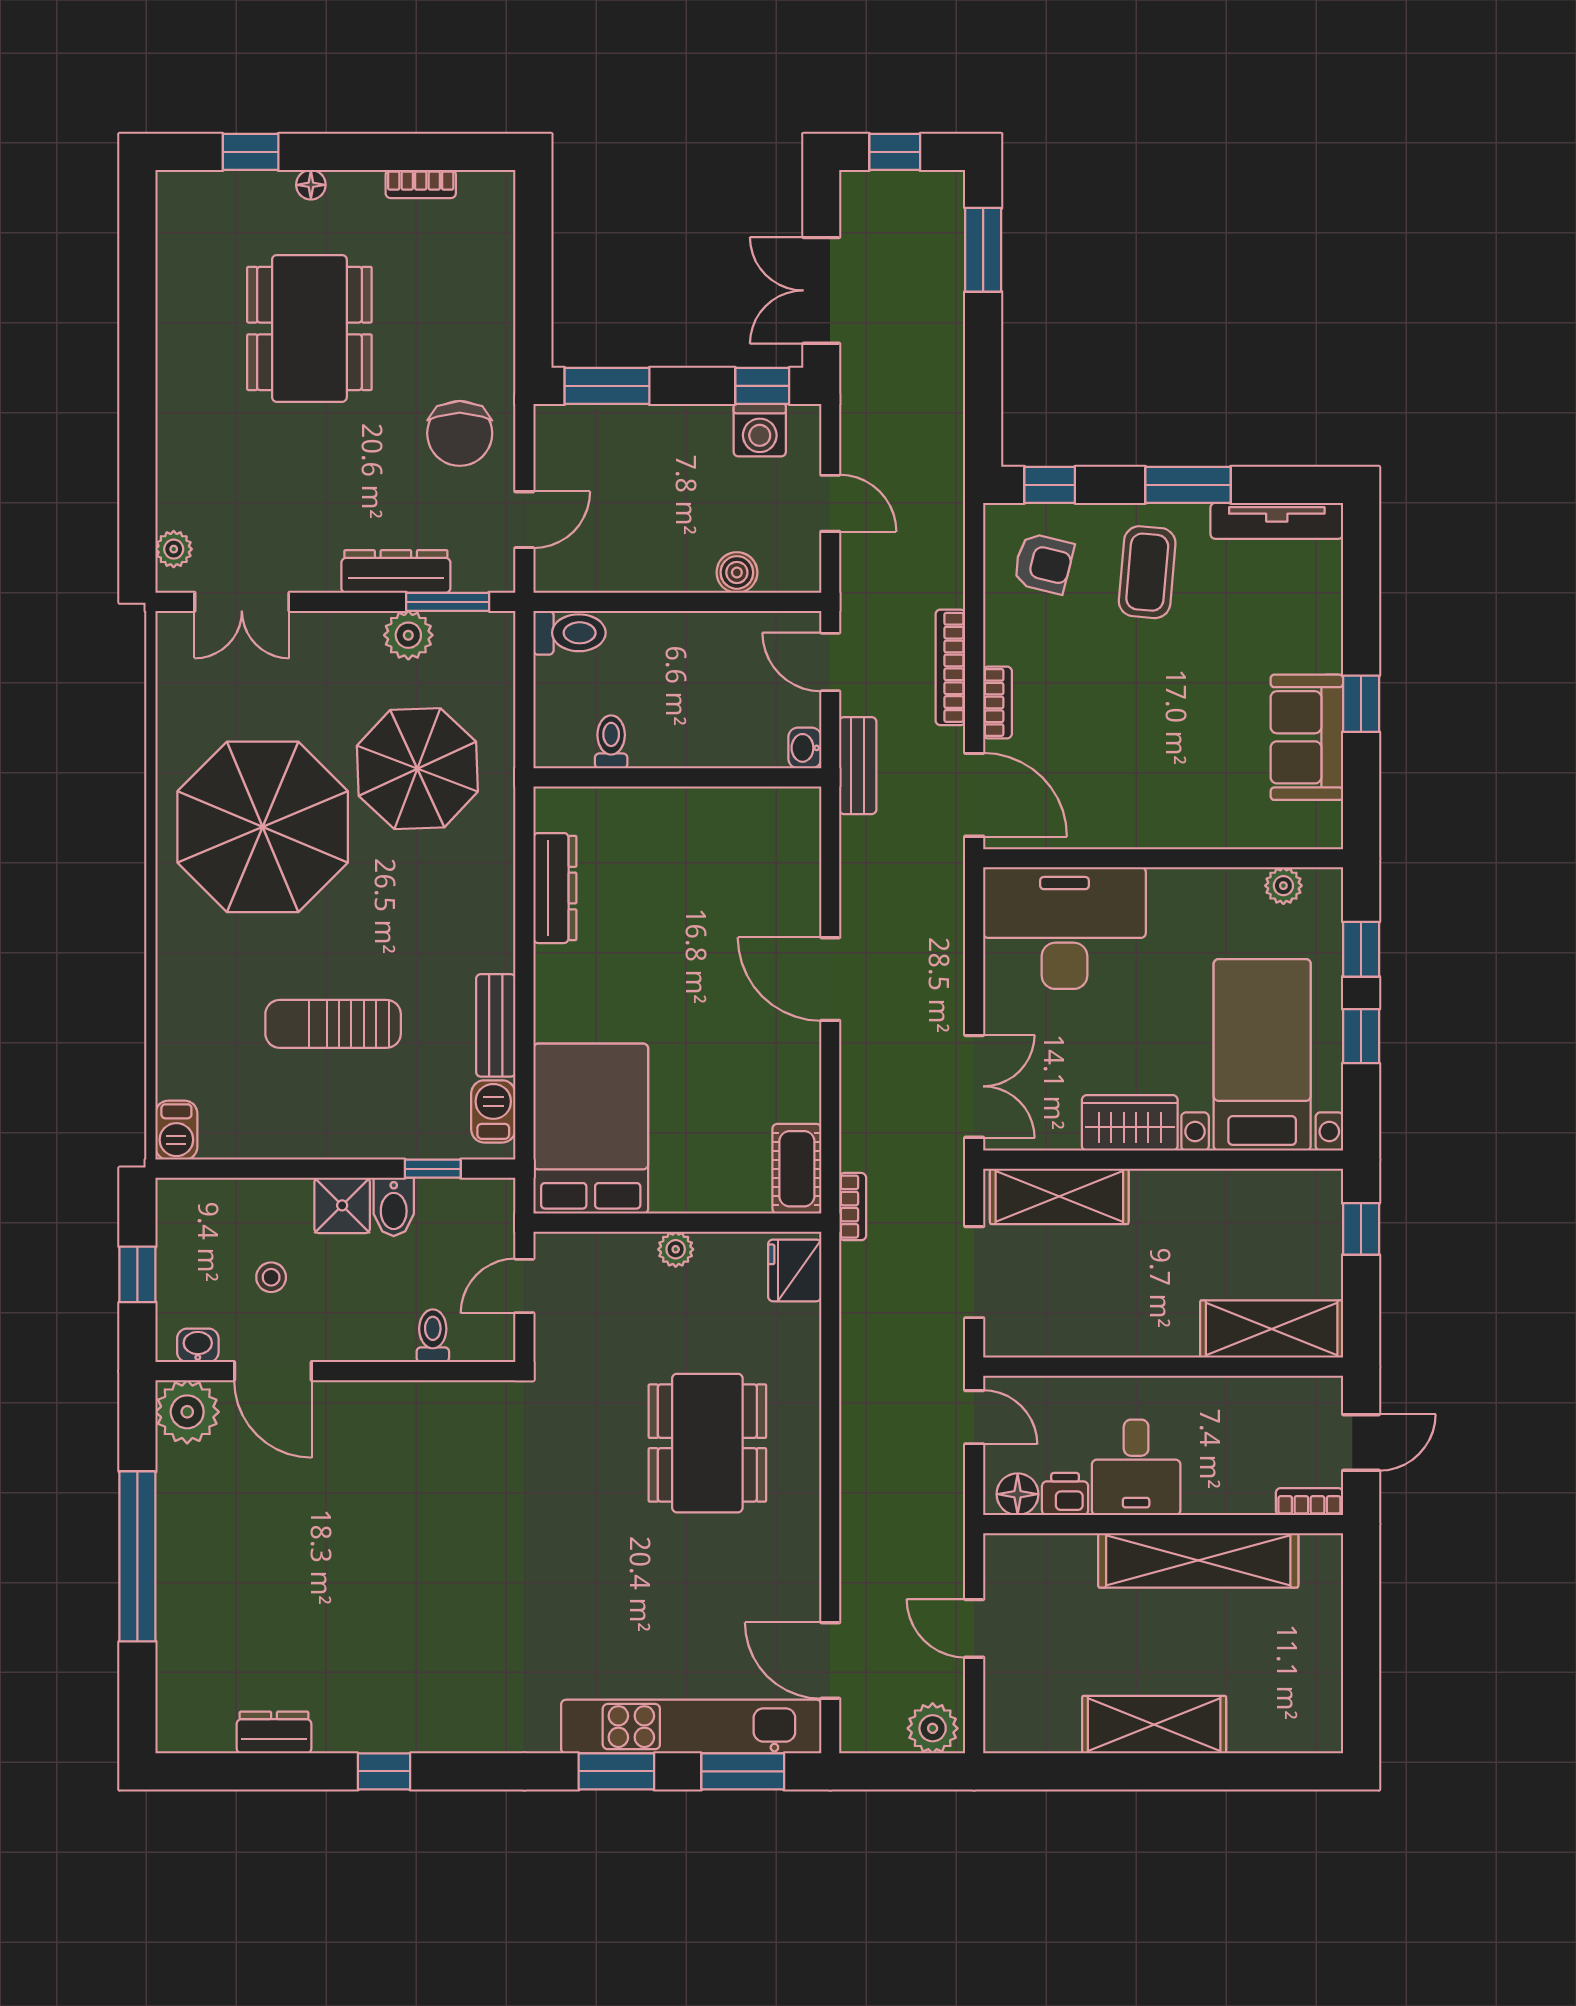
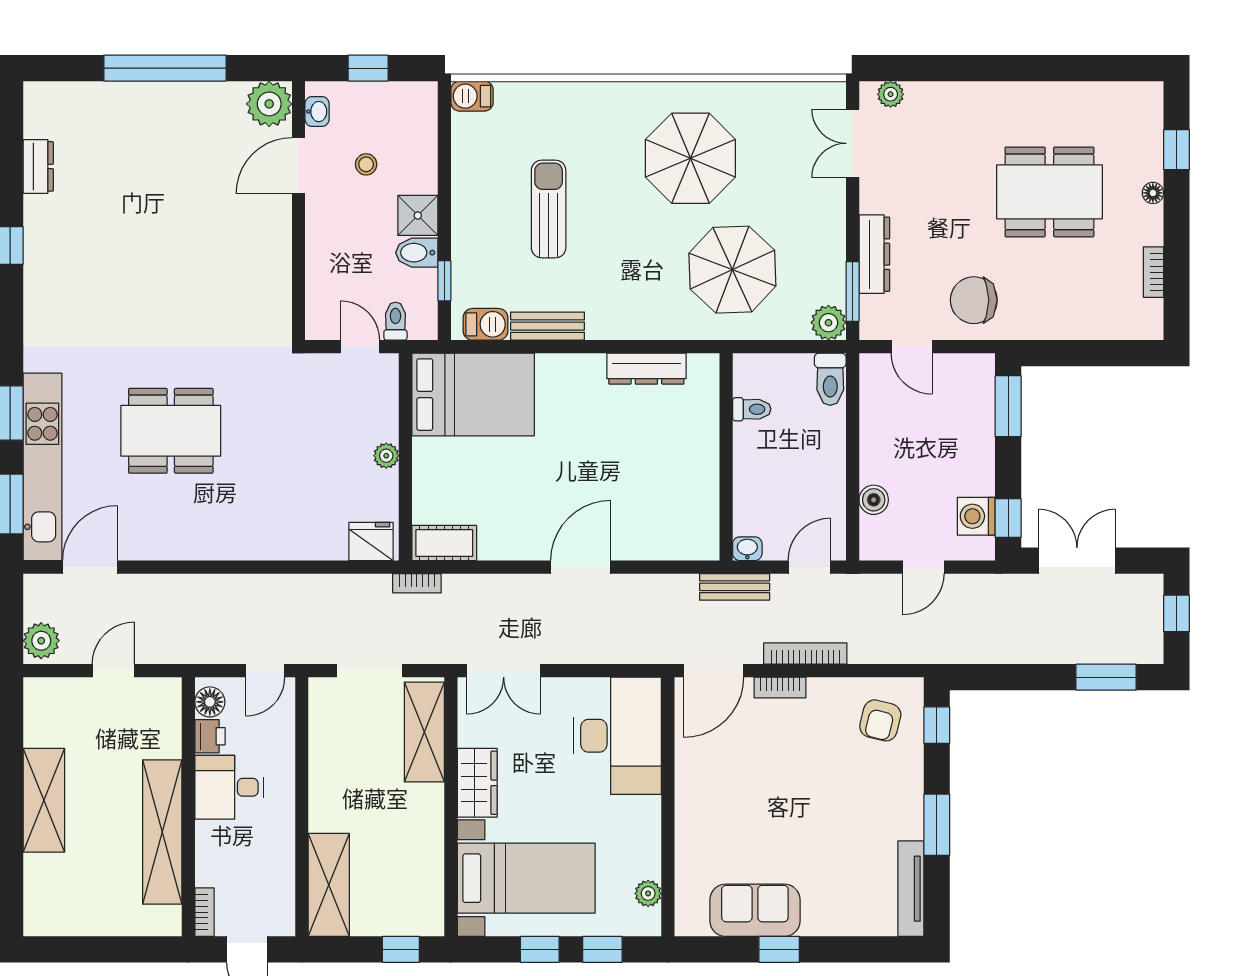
coffee table: (1147, 572) -> (874, 795), removed
plant: (408, 635) -> (828, 323), moved
parasol: (263, 827) -> (690, 158), width x0.73, depth x0.73
toilet: (433, 1336) -> (395, 321), moved, turned -90
dining table: (707, 1443) -> (171, 431), moved

